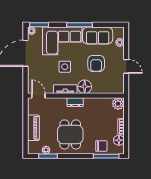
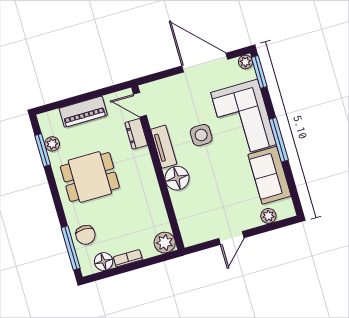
armchair: (96, 63) -> (222, 186), removed
door: (38, 96) -> (140, 105), swing flipped
dresser: (75, 102) -> (136, 134), moved

